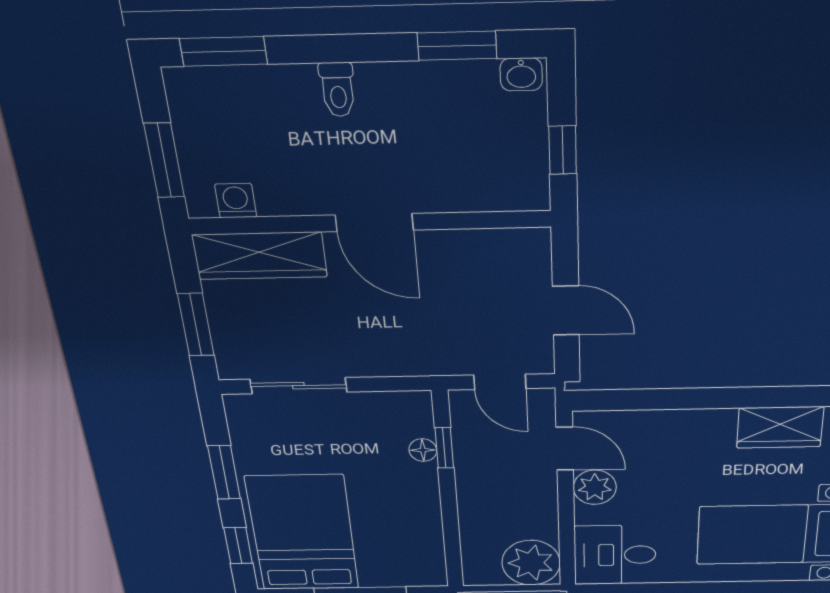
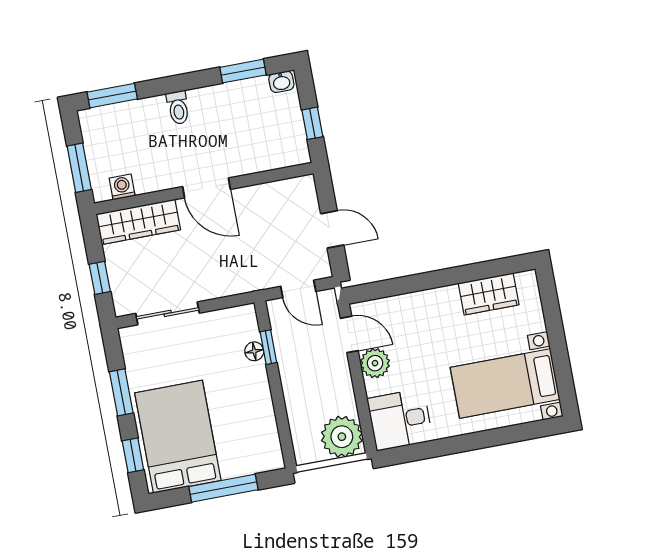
window: (196, 325) -> (100, 278), width x0.67

